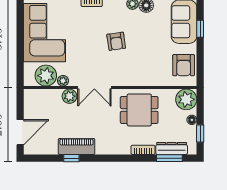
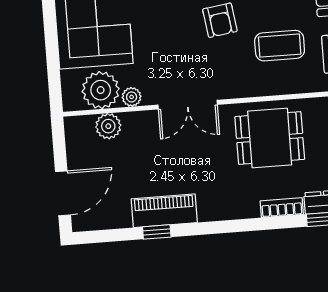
coffee table: (149, 58) -> (280, 46), added
plant: (69, 96) -> (108, 126), moved

